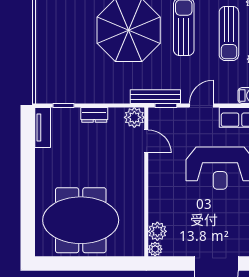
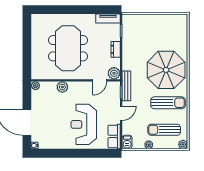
door: (201, 106) -> (121, 113), hinge flipped
meeting table: (81, 220) -> (68, 48), moved
plant: (157, 231) -> (62, 87), moved

